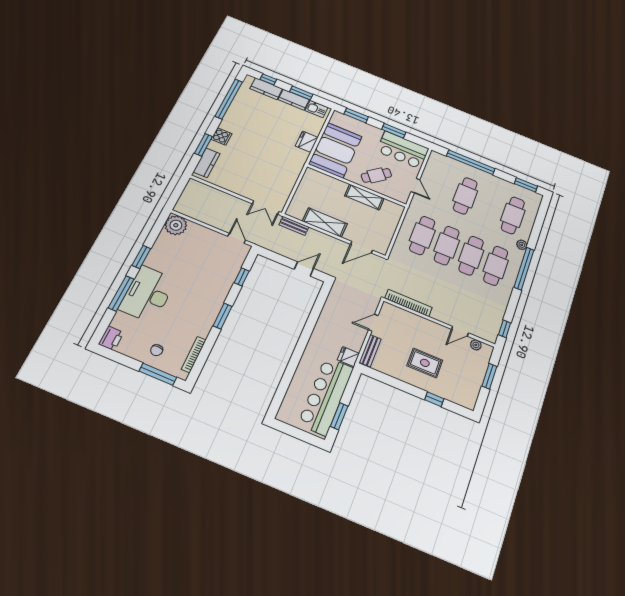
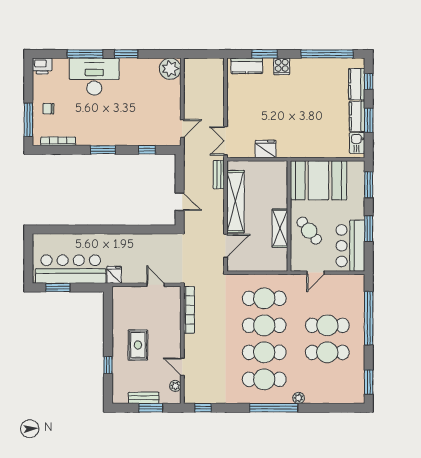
fridge: (307, 142) -> (266, 149), moved
cafe table: (513, 215) -> (327, 352), moved
shelving: (325, 222) -> (235, 202), width x1.47
door: (362, 247) -> (226, 246), swing flipped
bench: (370, 351) -> (144, 398), moved

